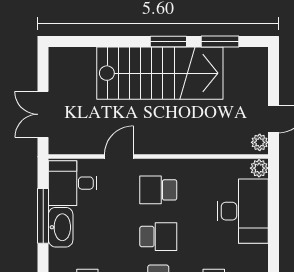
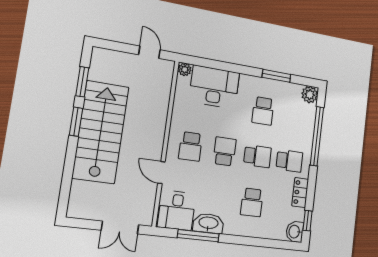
plant: (260, 142) -> (165, 66), removed

